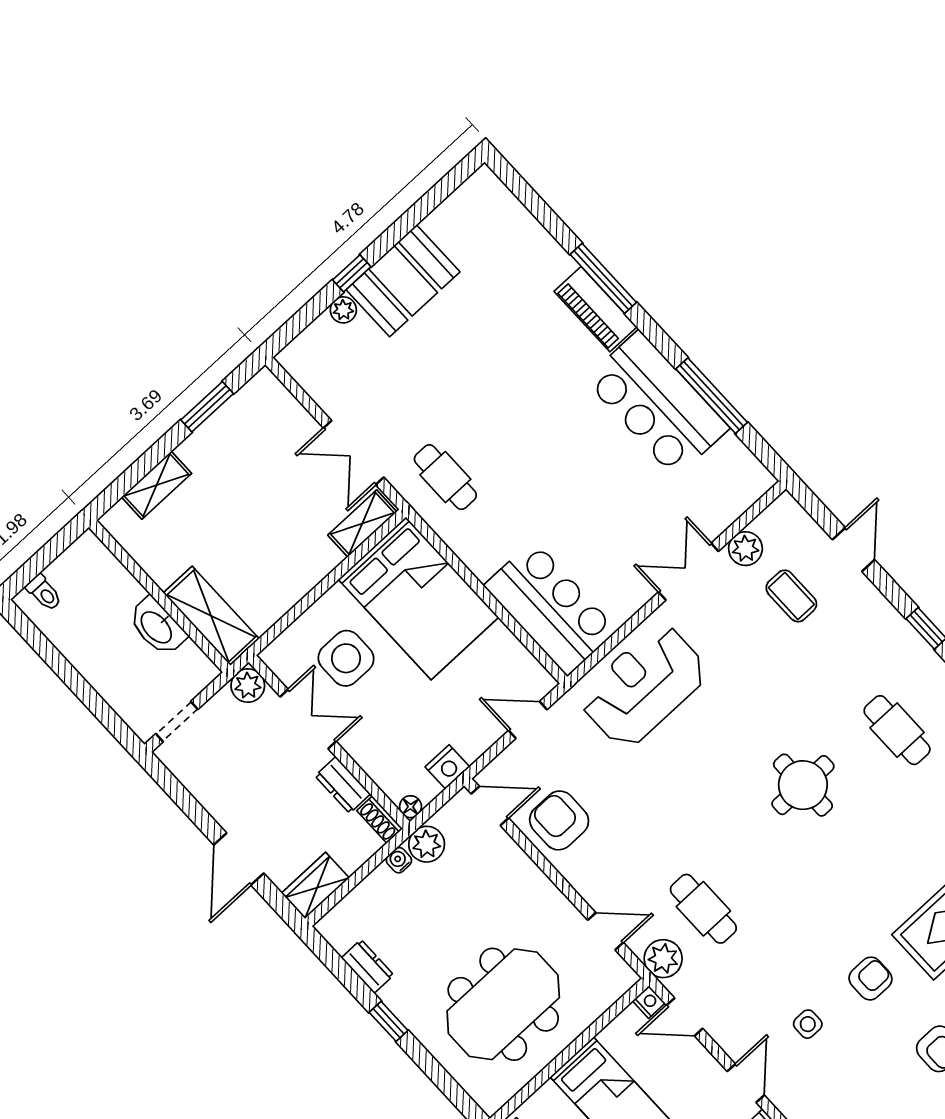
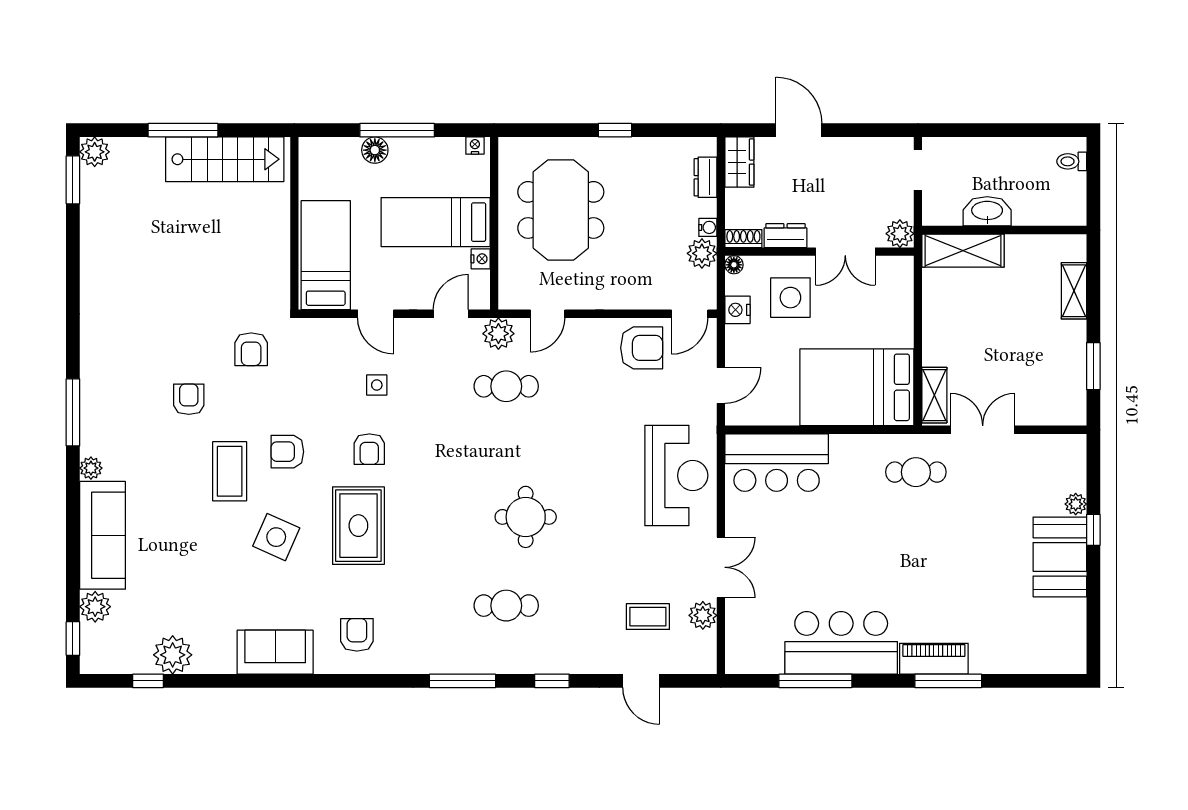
side table: (346, 658) -> (790, 298), moved
dresser: (367, 966) -> (705, 177), moved, turned 90
nightstand: (649, 1002) -> (481, 259), moved, turned -90

